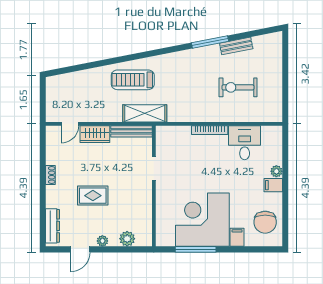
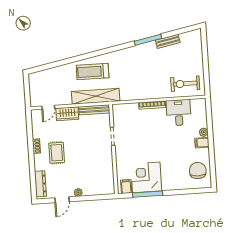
exercise bike: (238, 87) -> (185, 84), moved
shelving: (145, 113) -> (96, 96), width x1.47
rug: (93, 196) -> (57, 153), moved, turned 90
corner desk: (202, 220) -> (146, 177), width x0.74, depth x0.74
chair: (265, 222) -> (198, 171), turned 180
filing cabinet: (237, 237) -> (126, 187), moved
plant: (127, 239) -> (96, 190), removed

